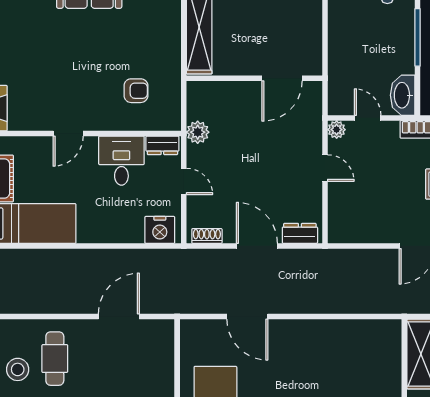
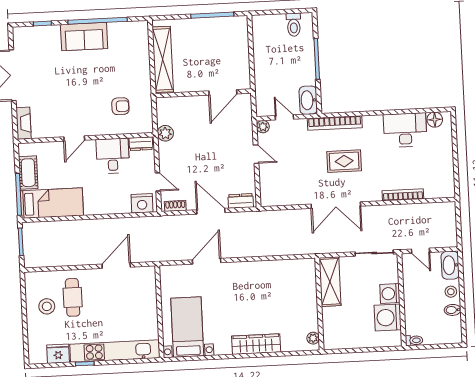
door: (184, 181) -> (158, 182), moved
door: (247, 317) -> (207, 261), swing flipped

